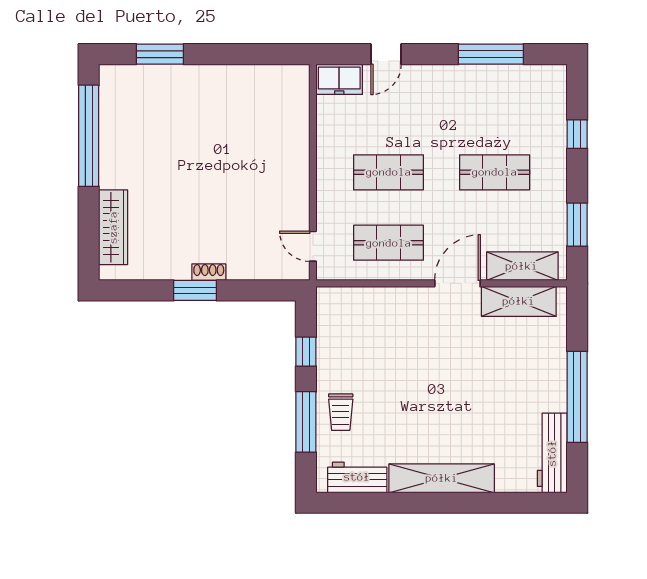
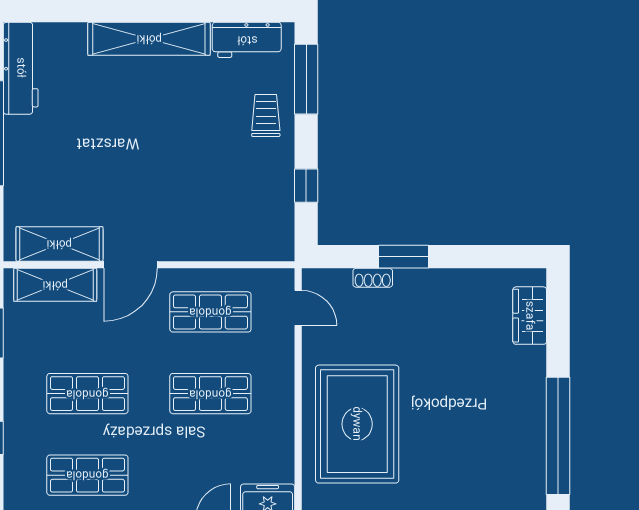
shop shelf: (495, 102) -> (87, 475), added
rug: (262, 146) -> (357, 424), added
wardrobe: (113, 227) -> (530, 316), width x0.67
shoe rack: (209, 272) -> (373, 278), moved
window: (195, 290) -> (404, 257), moved
window: (306, 422) -> (306, 79), moved

